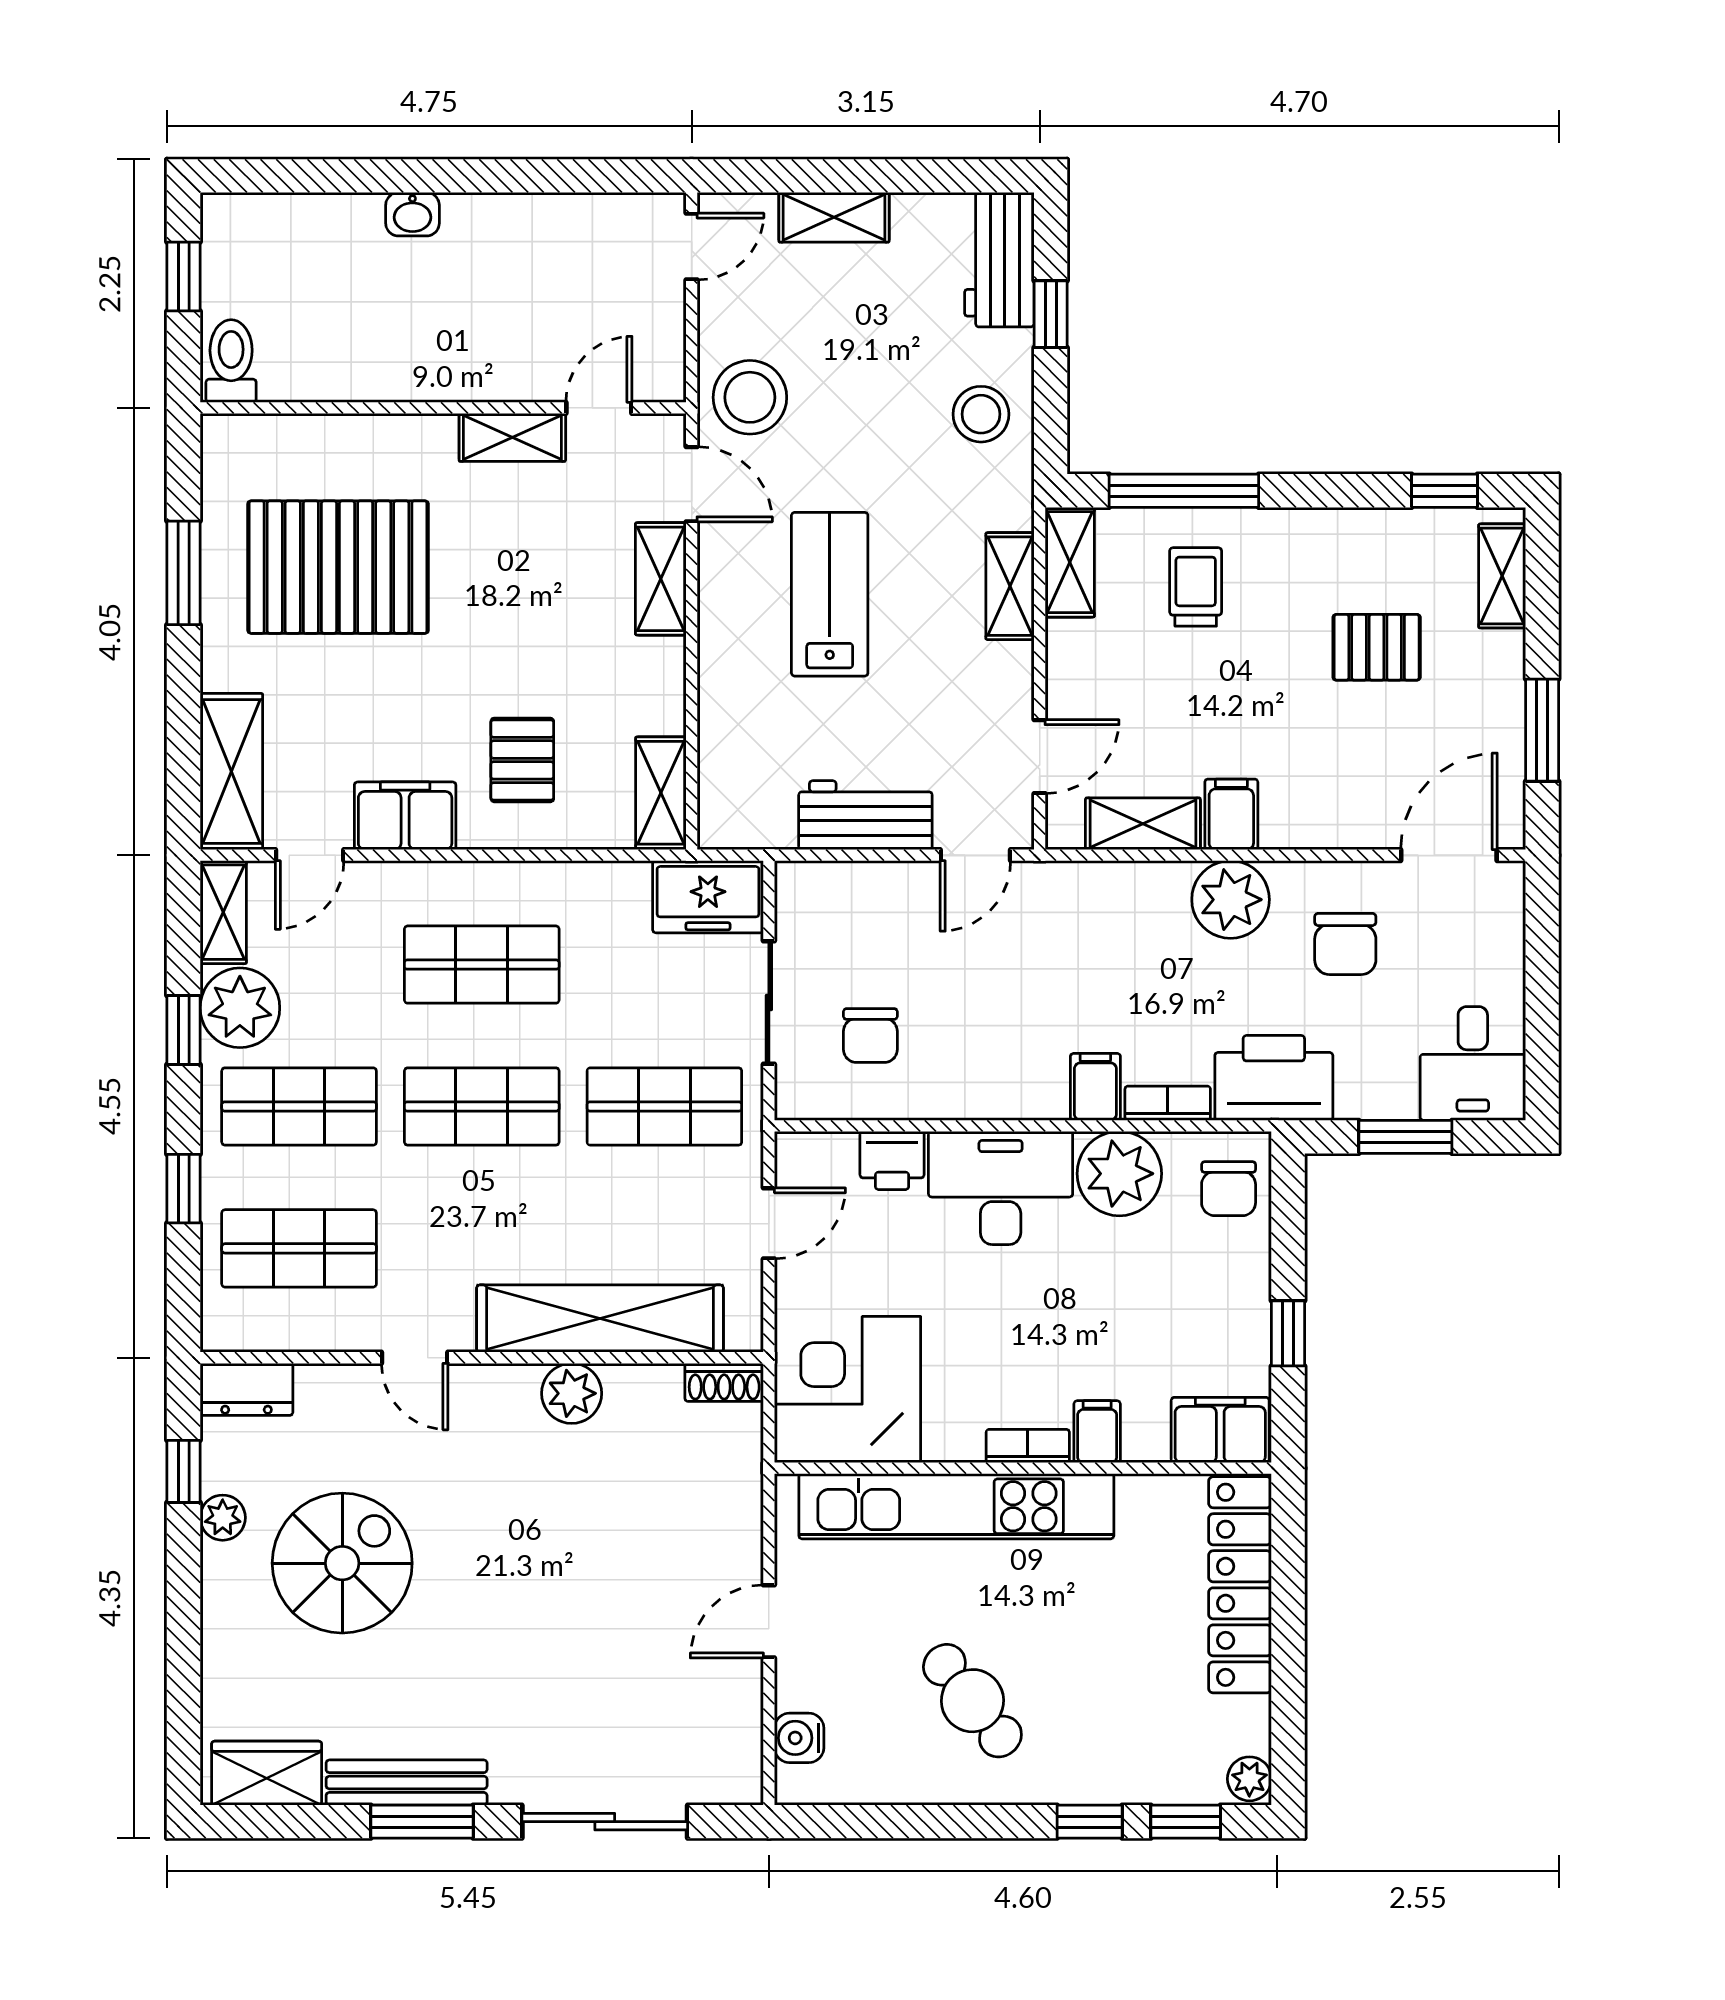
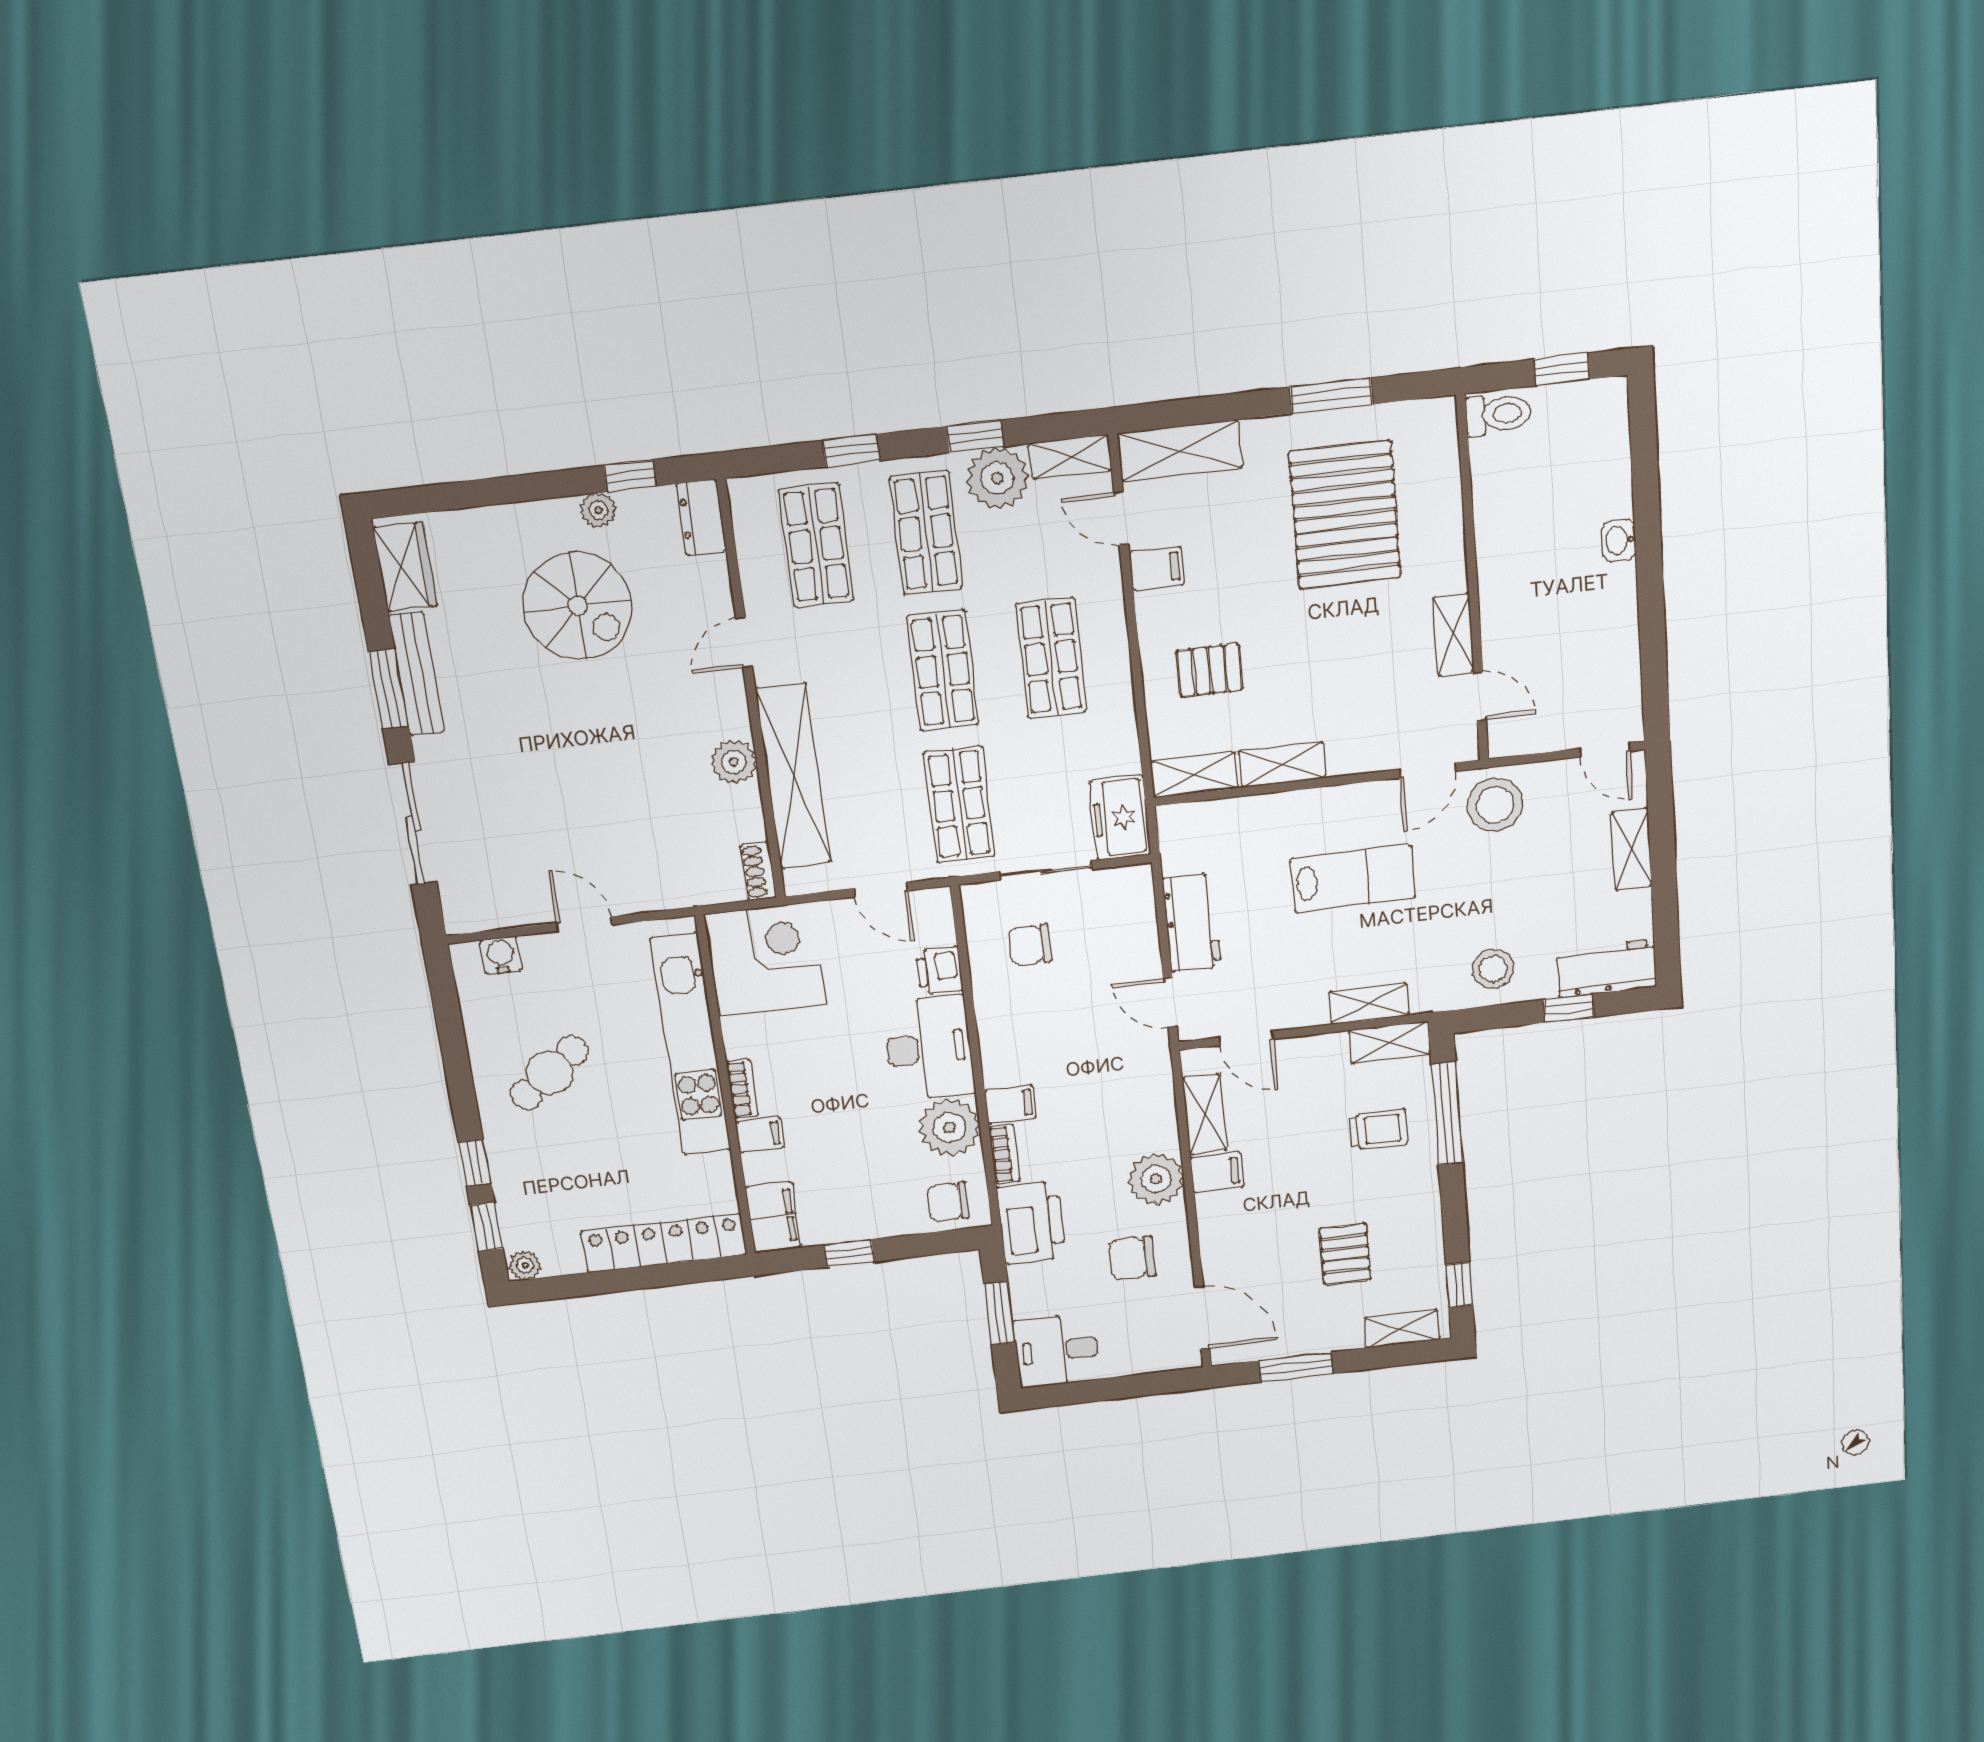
shelving: (661, 579) -> (1282, 765), moved
filing cabinet: (405, 816) -> (1157, 568), width x0.50

